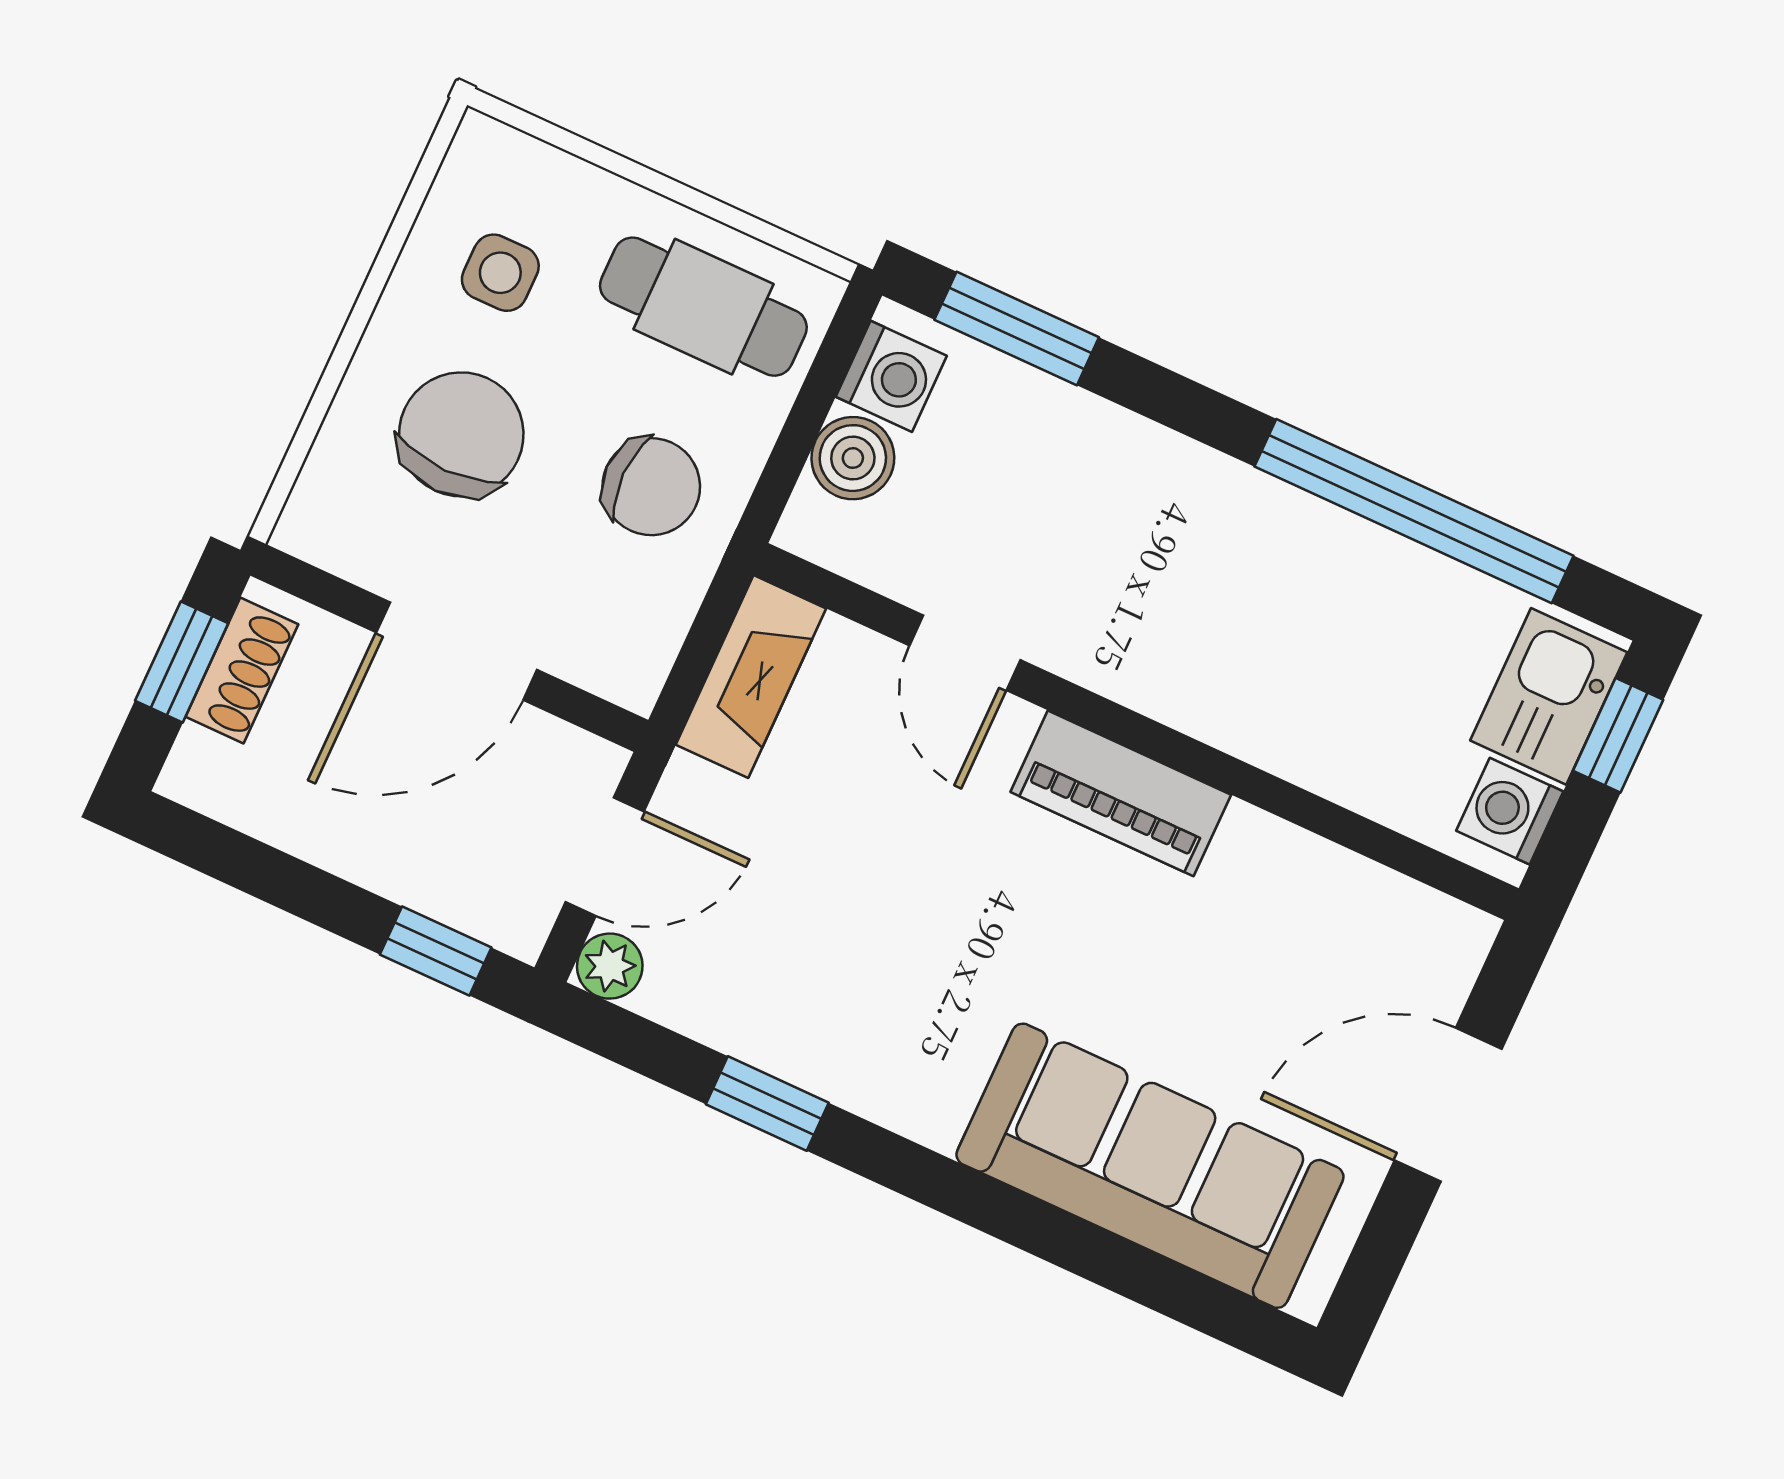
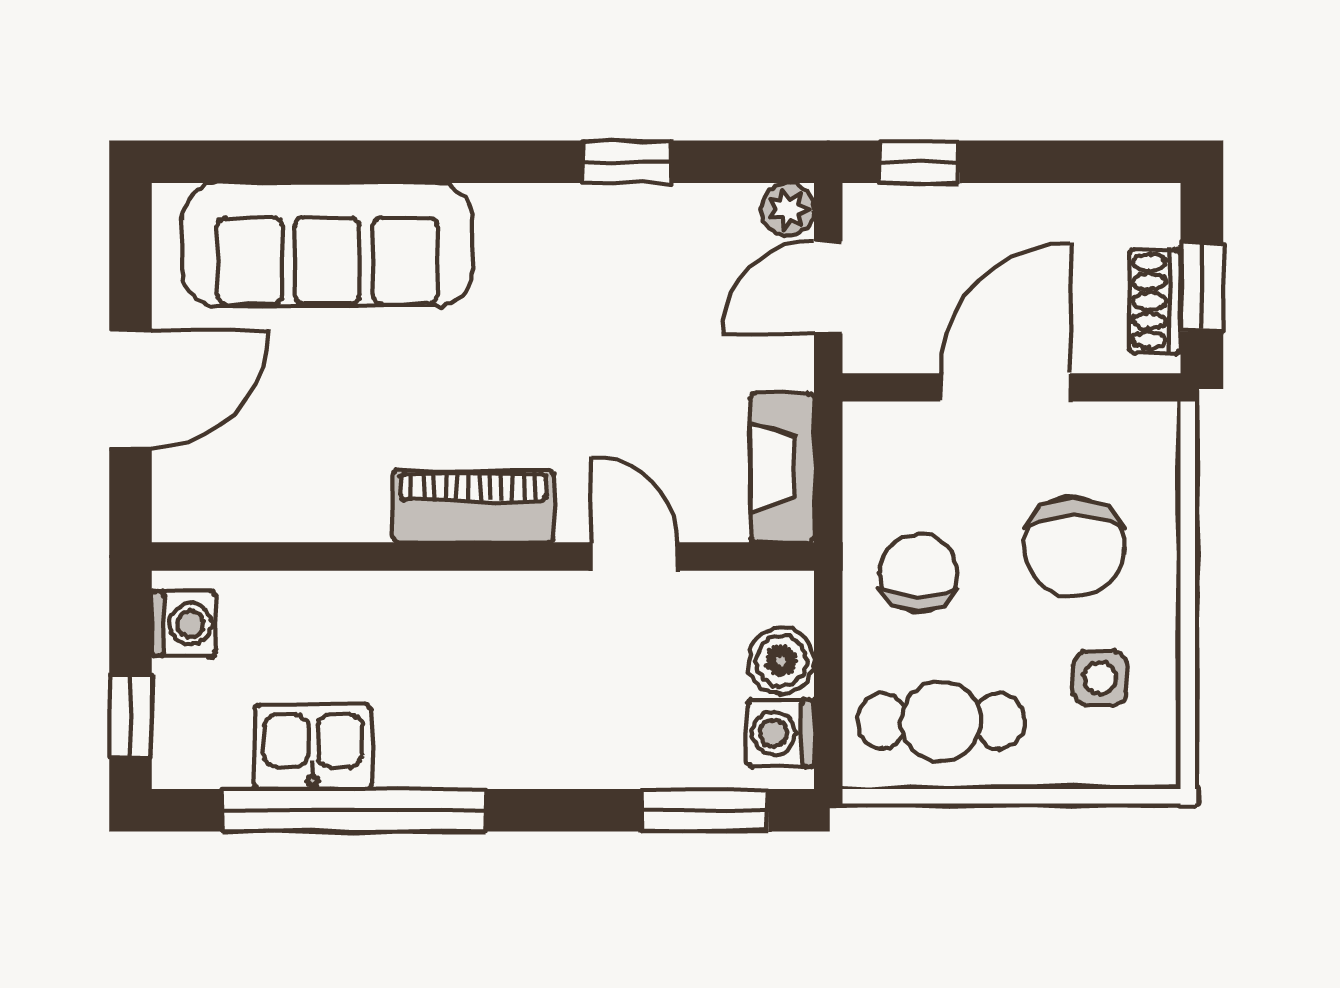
chair: (651, 487) -> (918, 573), turned 91
kitchen sink: (1549, 696) -> (313, 747), moved, turned -90

